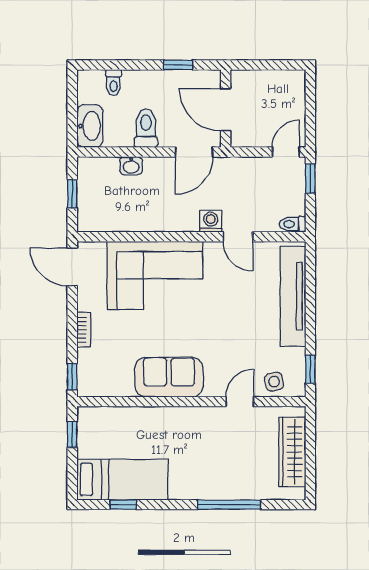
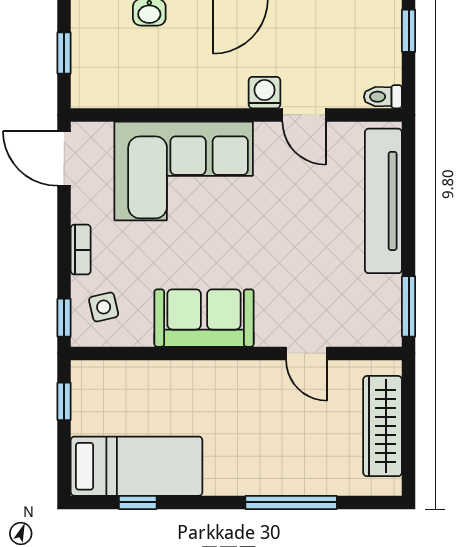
window: (310, 369) -> (409, 306), width x1.50
side table: (274, 382) -> (104, 307), moved
door: (240, 402) -> (307, 353), swing flipped

